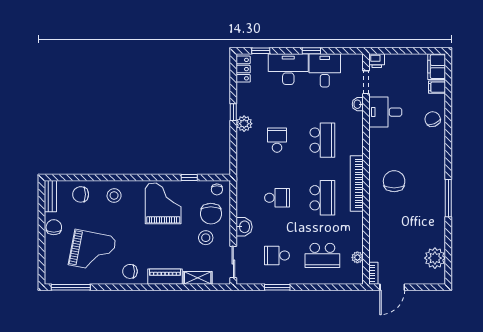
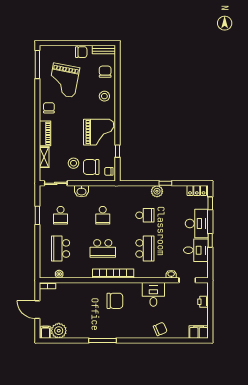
printer: (377, 61) -> (203, 302), moved
filing cabinet: (437, 87) -> (46, 332), moved
desk: (385, 112) -> (153, 294), moved
school desk: (322, 140) -> (145, 248), turned -90
school desk: (277, 255) -> (61, 215), turned 180
door: (392, 287) -> (37, 310), moved

